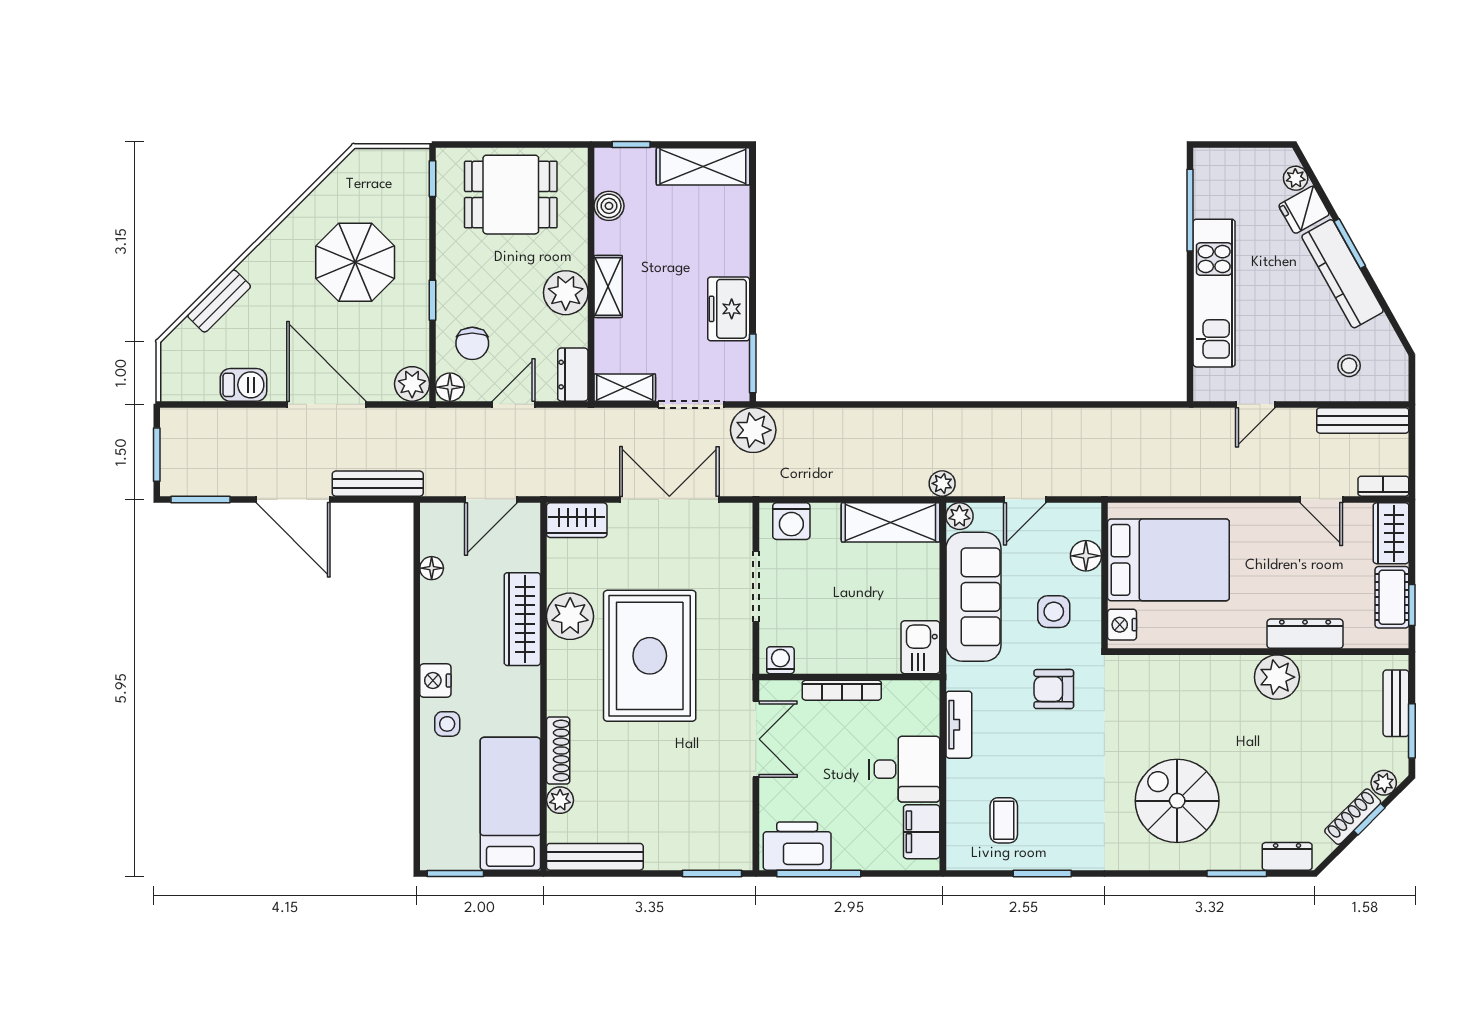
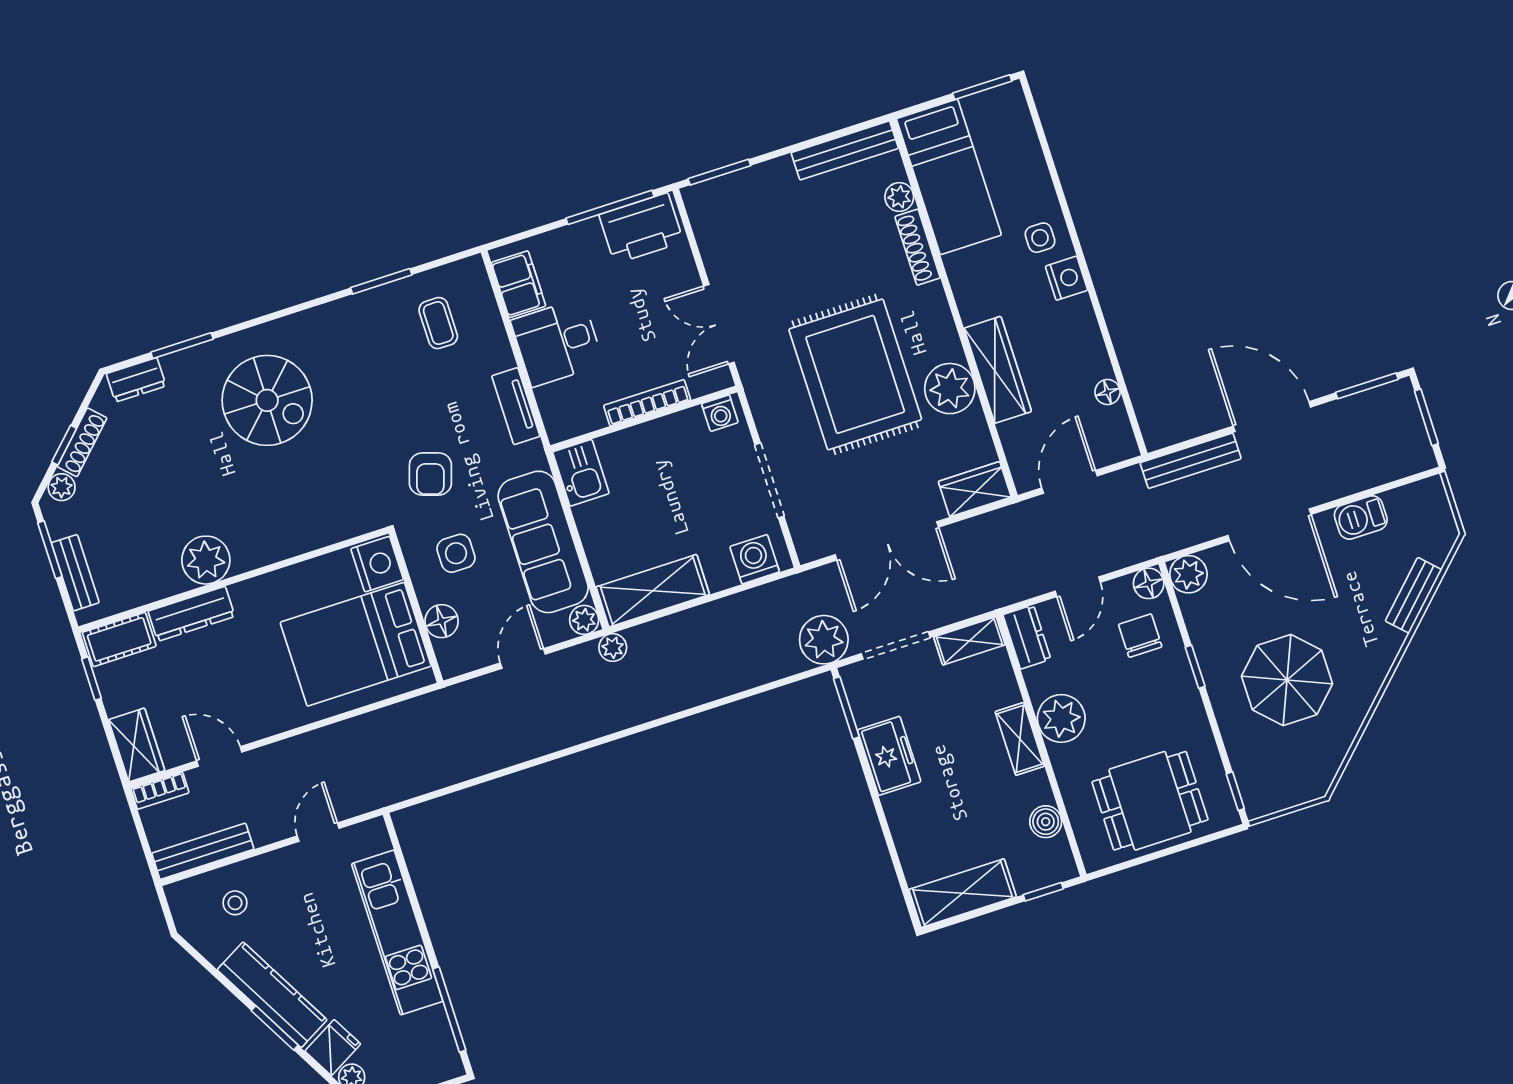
cot: (1392, 597) -> (119, 639), moved, turned 90
nightstand: (1122, 625) -> (377, 564), width x1.36, depth x1.33
armchair: (1054, 689) -> (430, 474), turned 108

